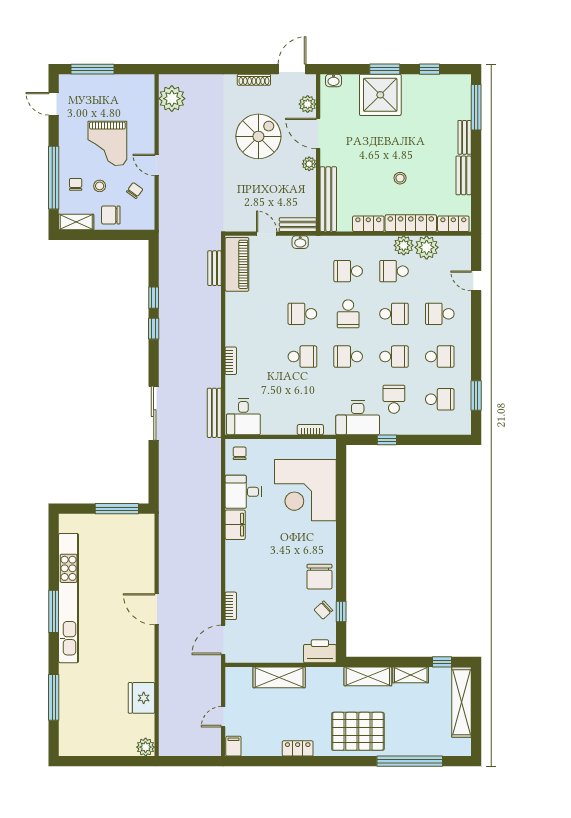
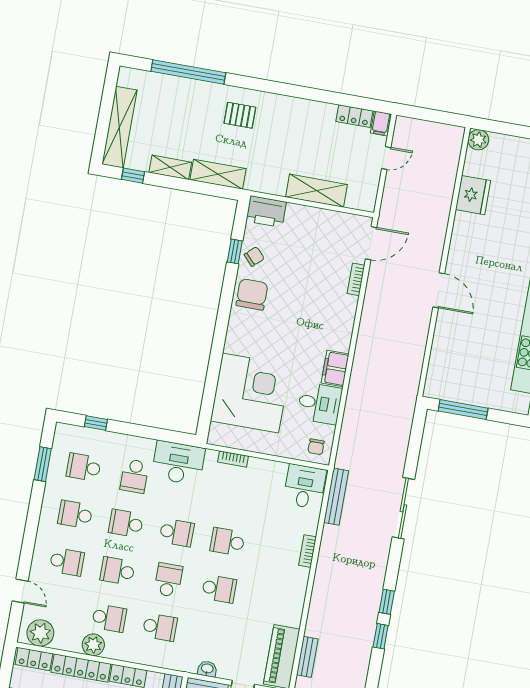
plant: (427, 247) -> (40, 633), moved
window: (387, 440) -> (96, 423), moved
pallet: (358, 731) -> (240, 115), width x0.49, depth x0.50
locker: (298, 748) -> (354, 116), moved

